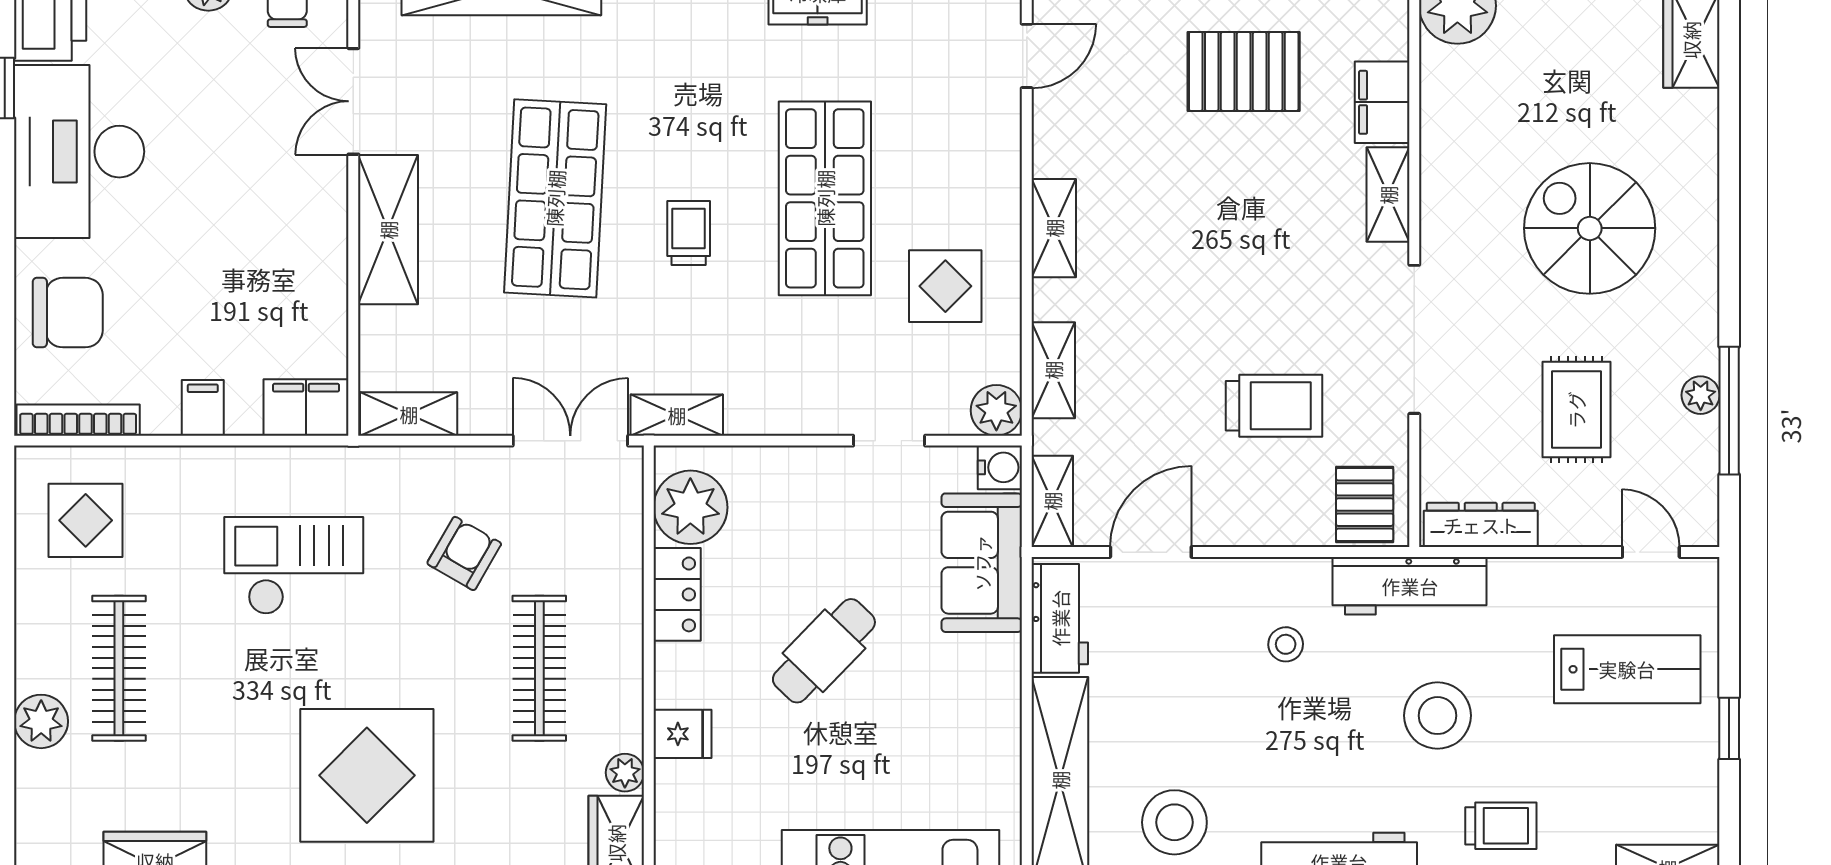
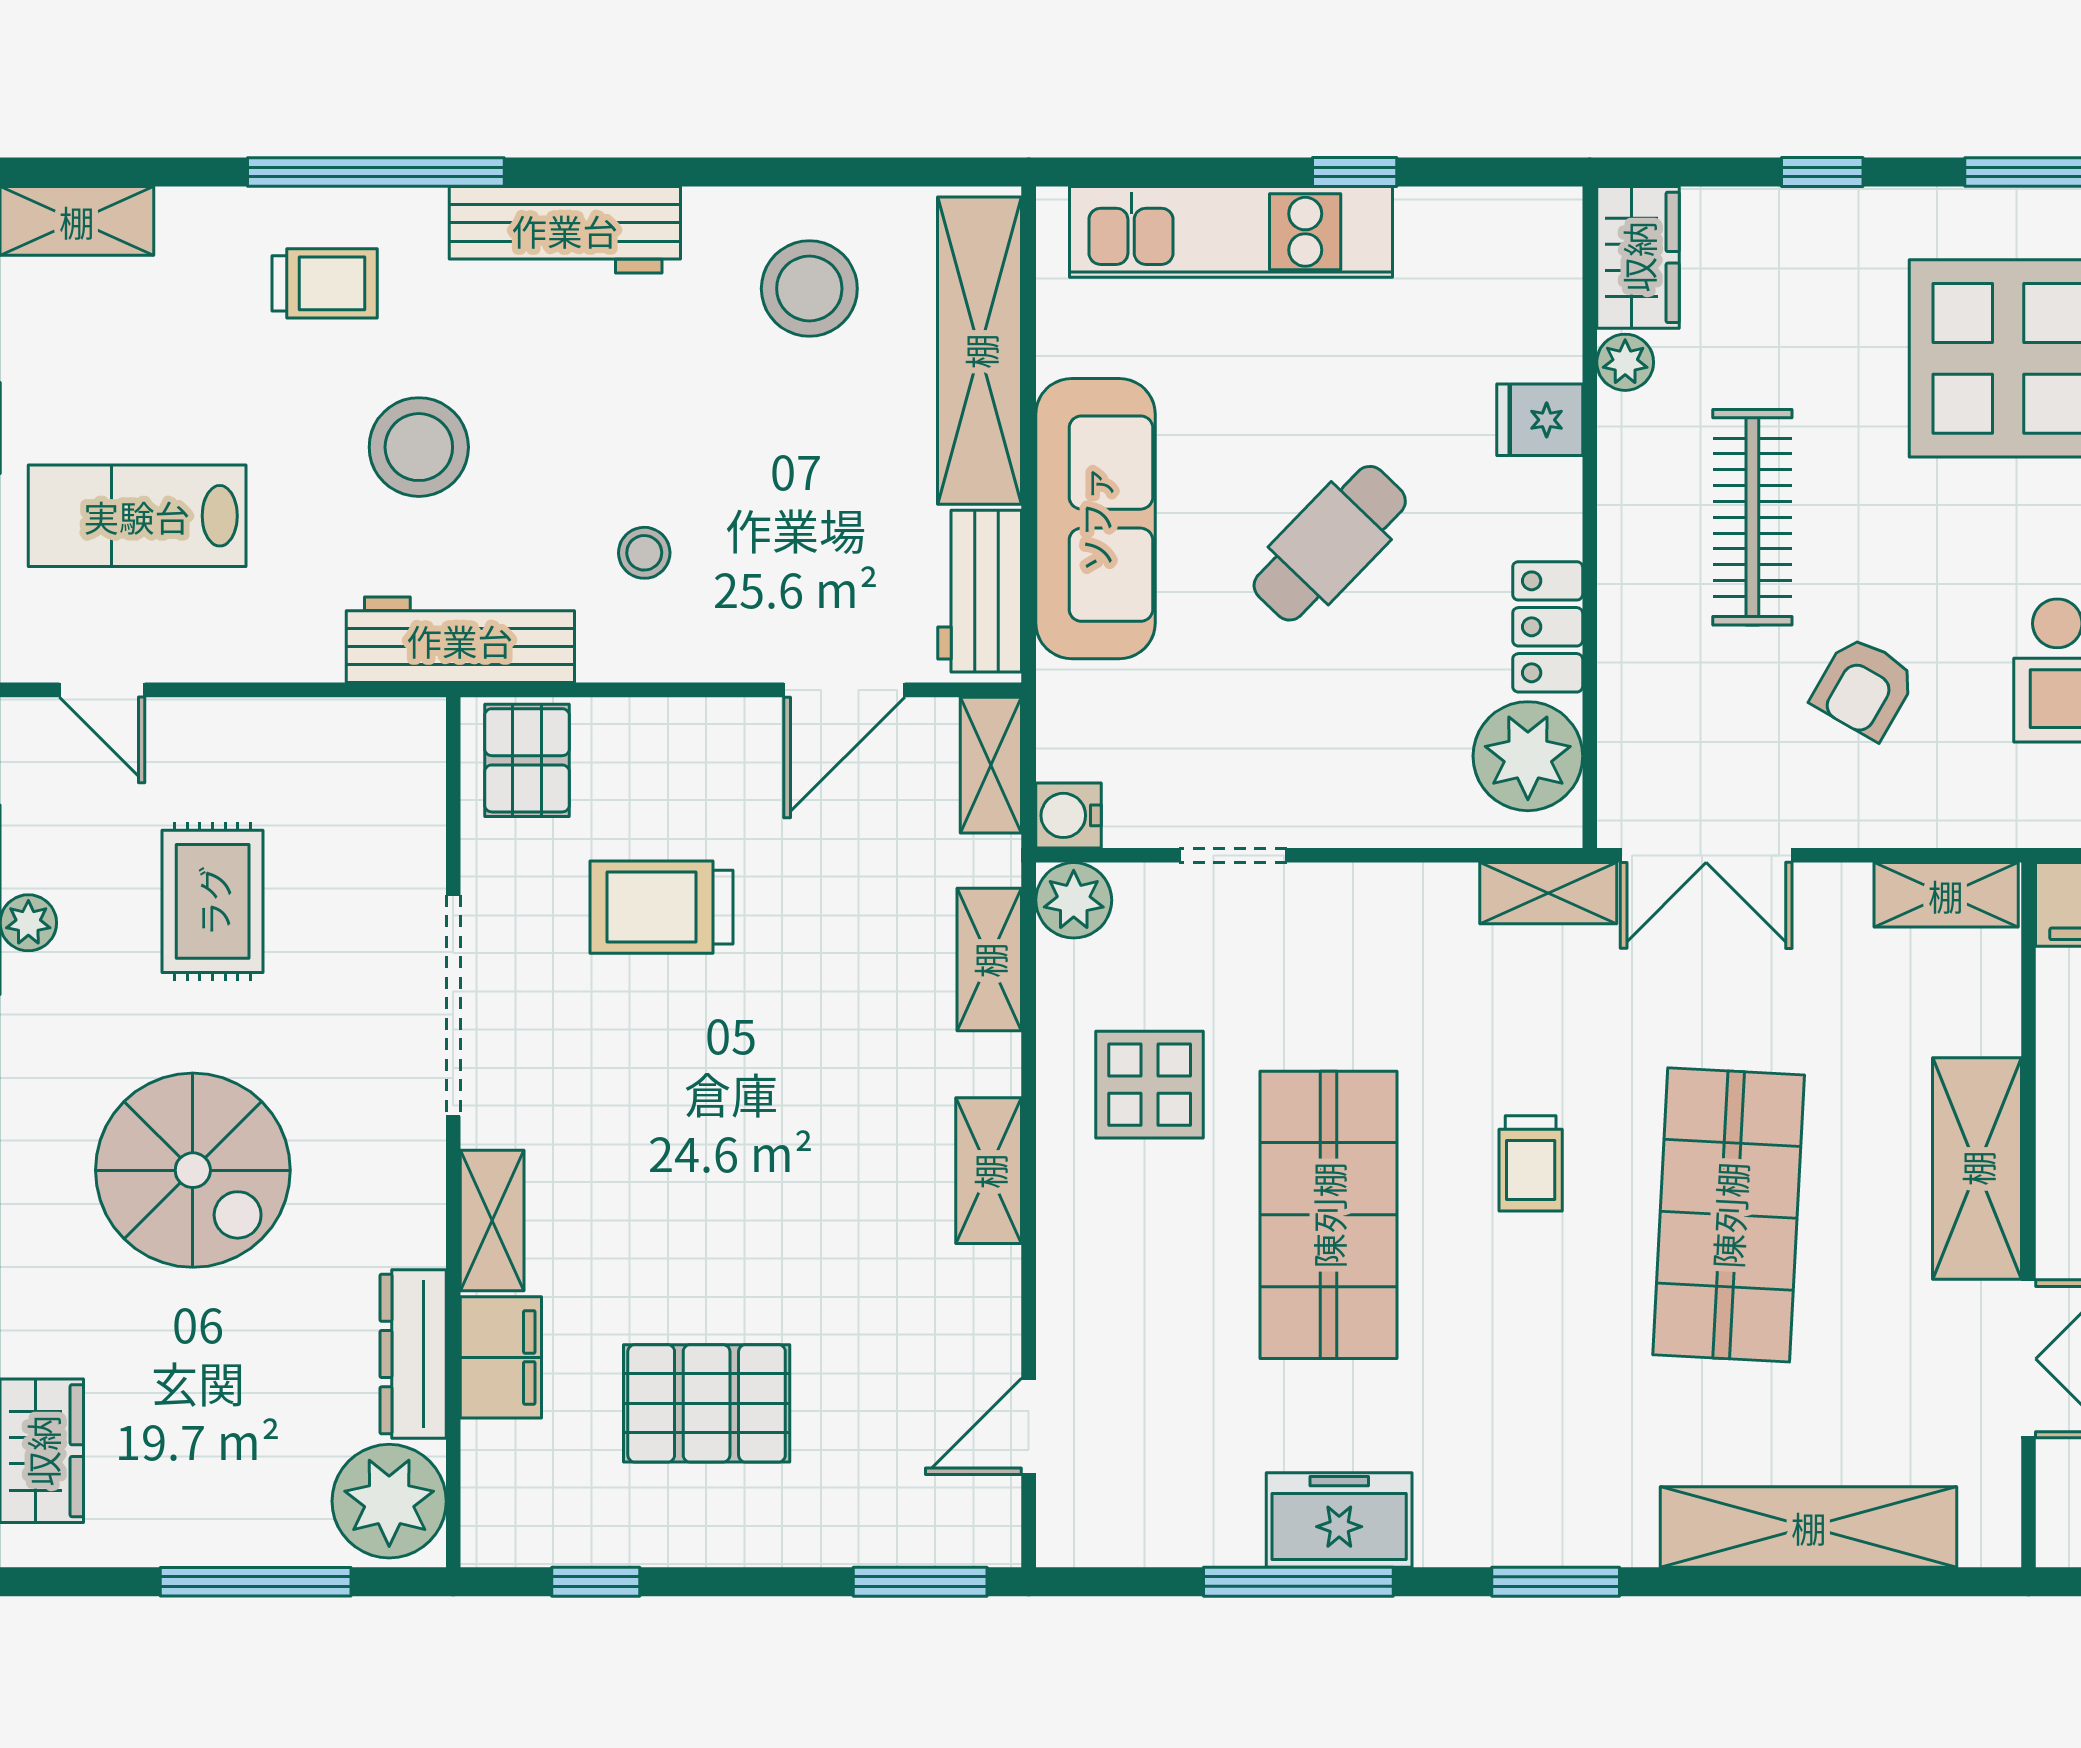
dresser: (1481, 525) -> (413, 1354), moved, turned 90
sofa: (982, 563) -> (1095, 519), moved, width x1.36
trolley: (1501, 826) -> (325, 283), turned 180

